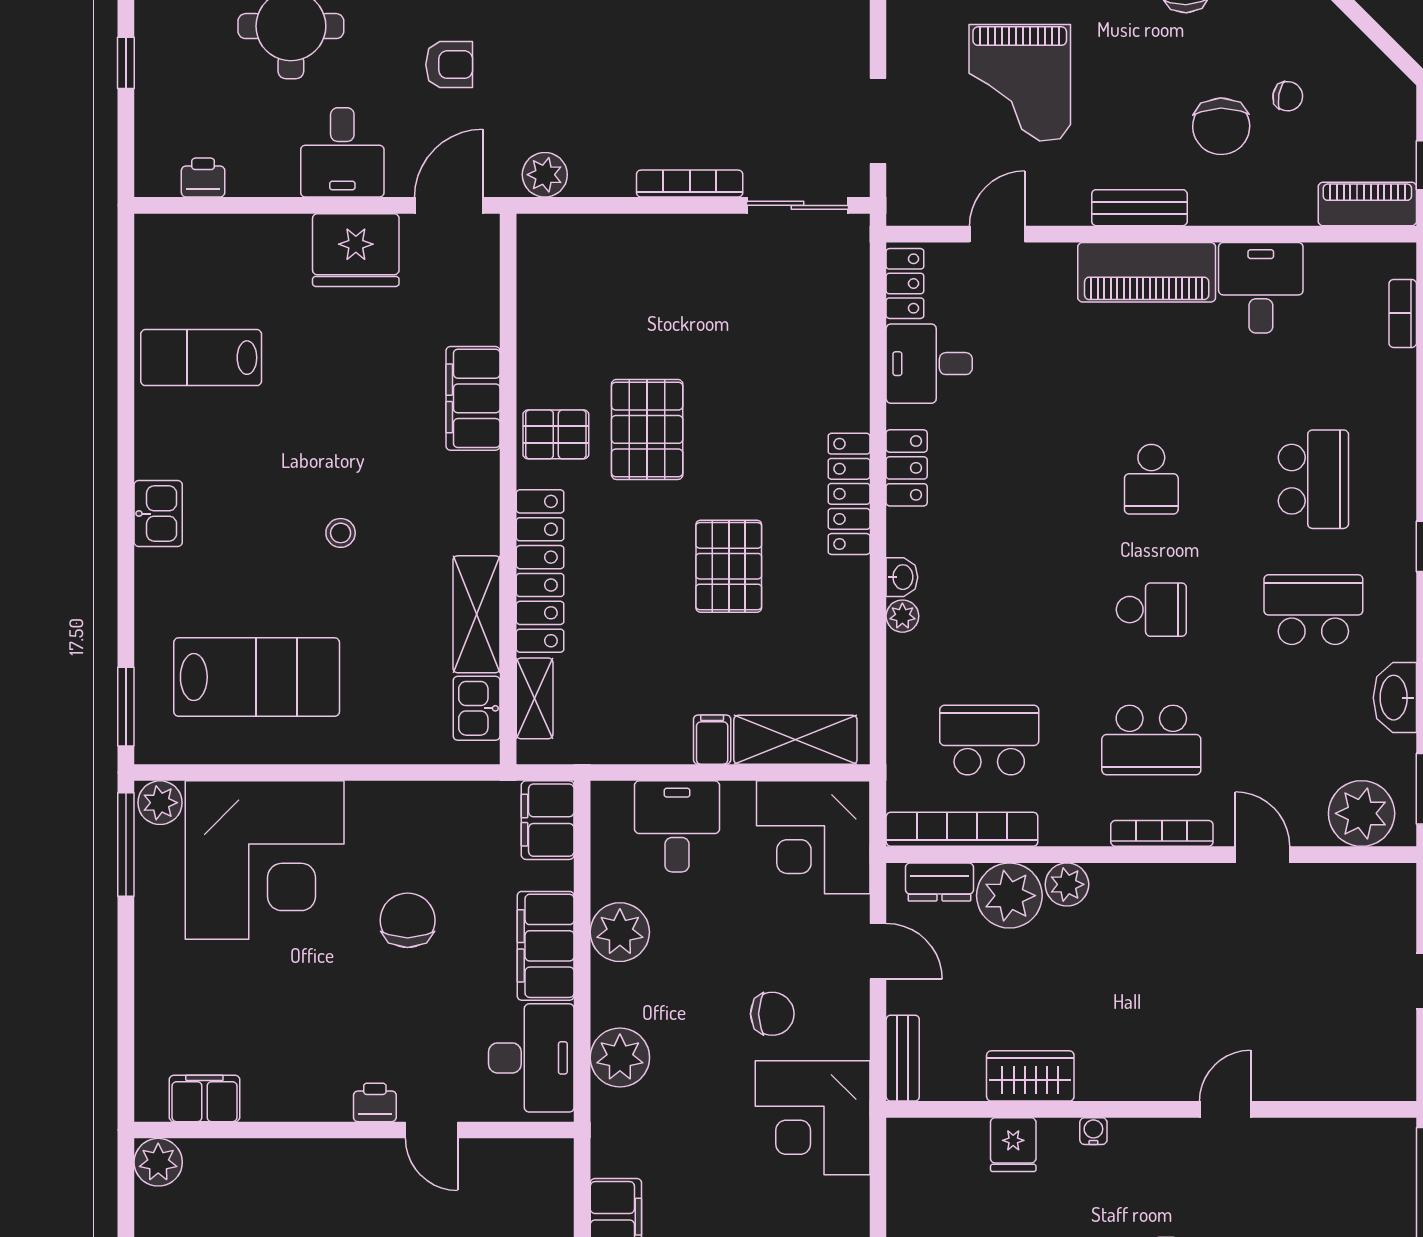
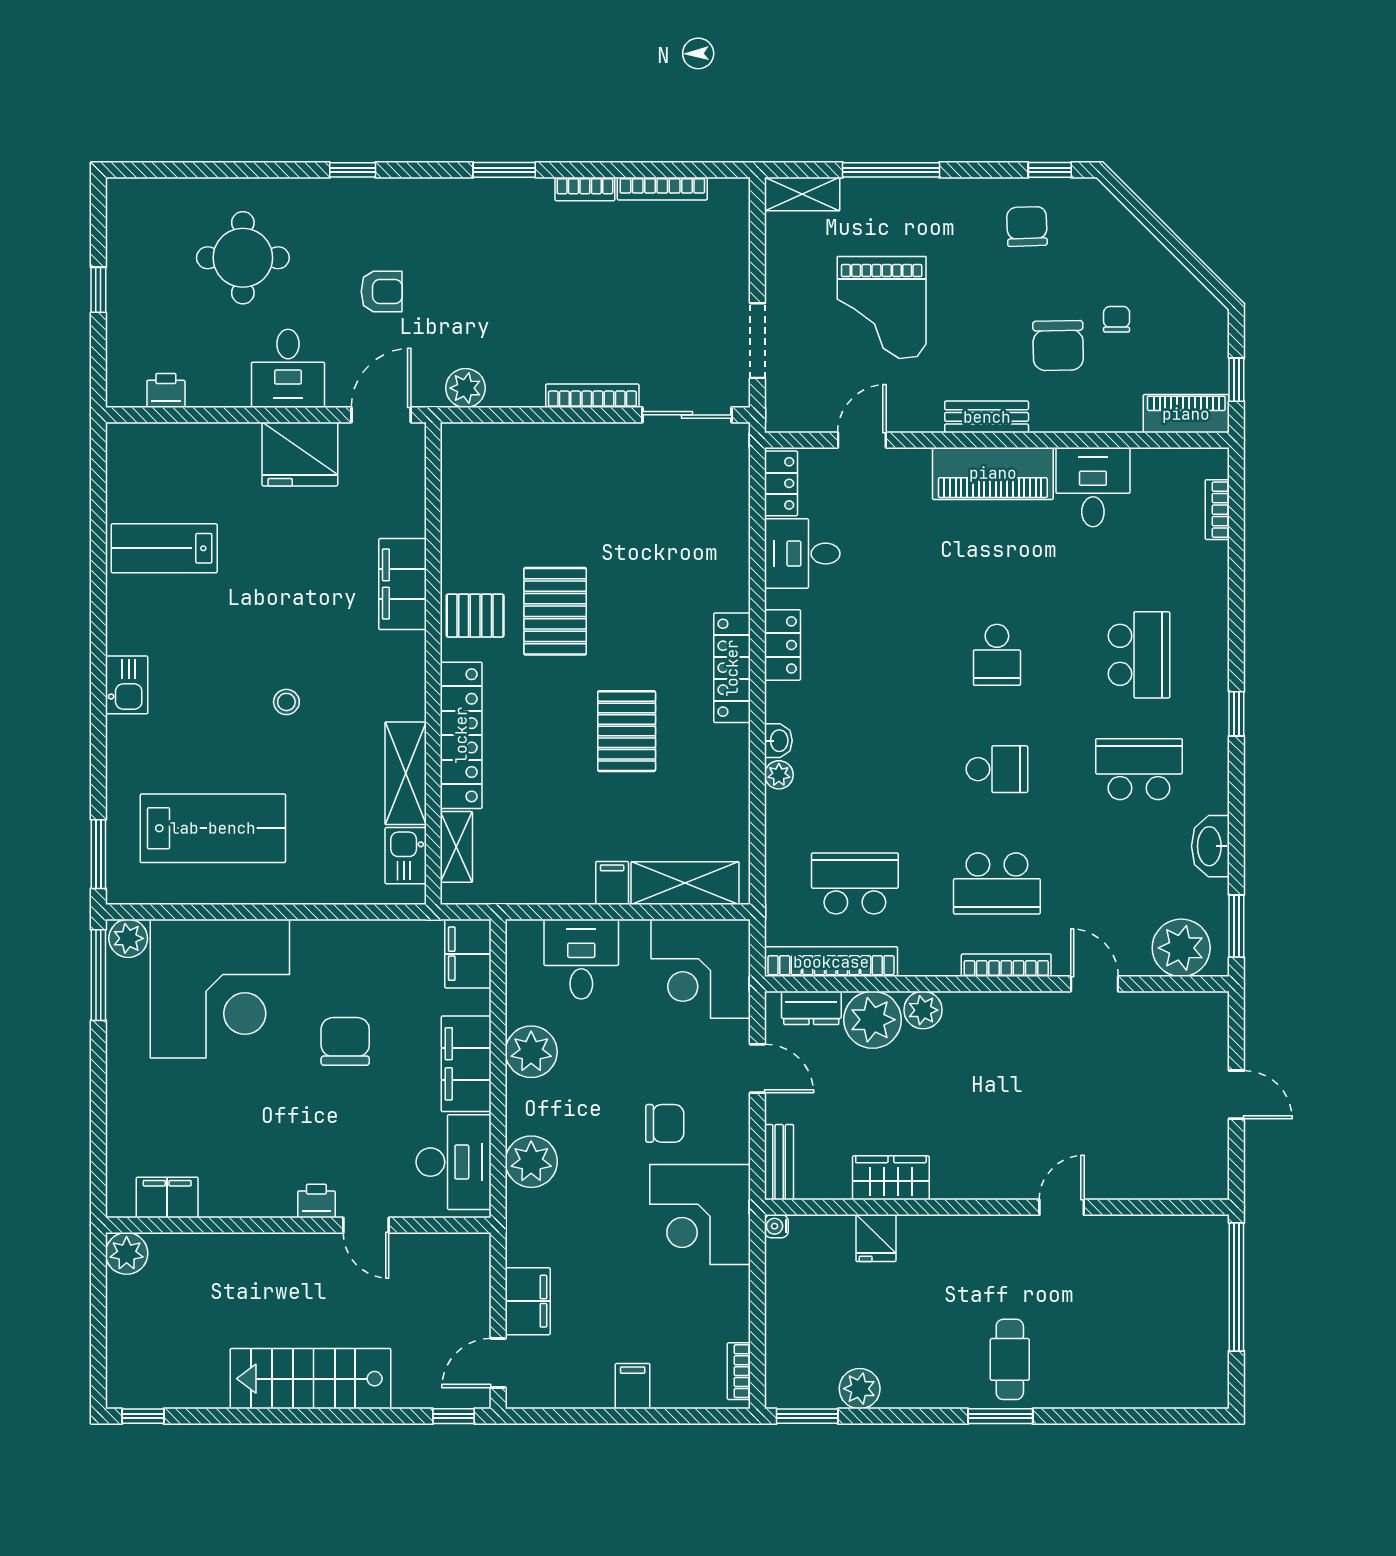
chair: (1288, 96) -> (1117, 319), turned -101
water cooler: (1093, 1131) -> (776, 1226), moved, turned -90

